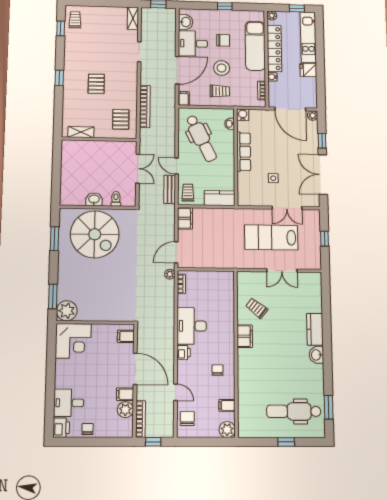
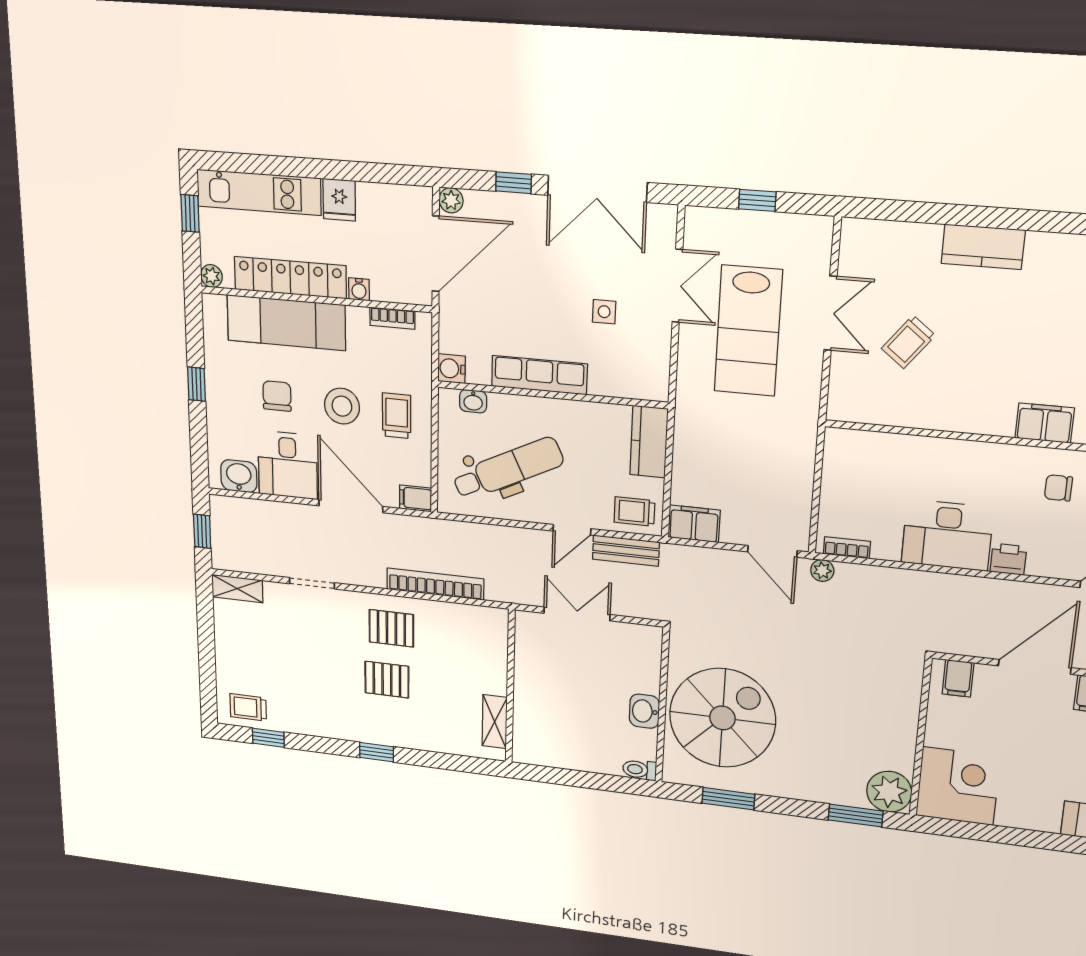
pallet: (121, 119) -> (391, 628), moved
toilet: (116, 199) -> (640, 770), moved
trolley: (257, 308) -> (908, 342), moved
filing cabinet: (245, 336) -> (1045, 423), moved
washbasin: (316, 355) -> (1048, 249), removed

